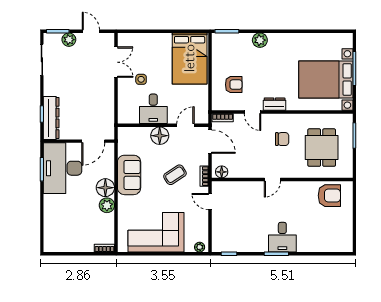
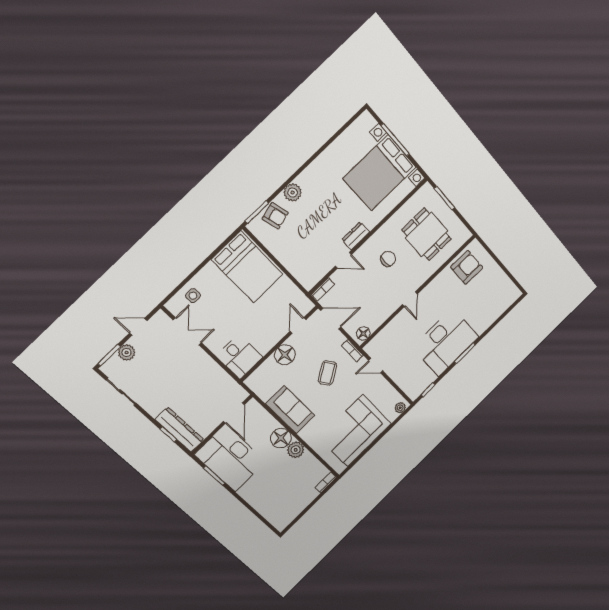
side table: (141, 79) -> (193, 296), moved
armchair: (234, 85) -> (275, 216), moved, turned 75
desk: (153, 109) -> (239, 357), moved
desk: (282, 237) -> (446, 342), width x1.87, depth x1.30

